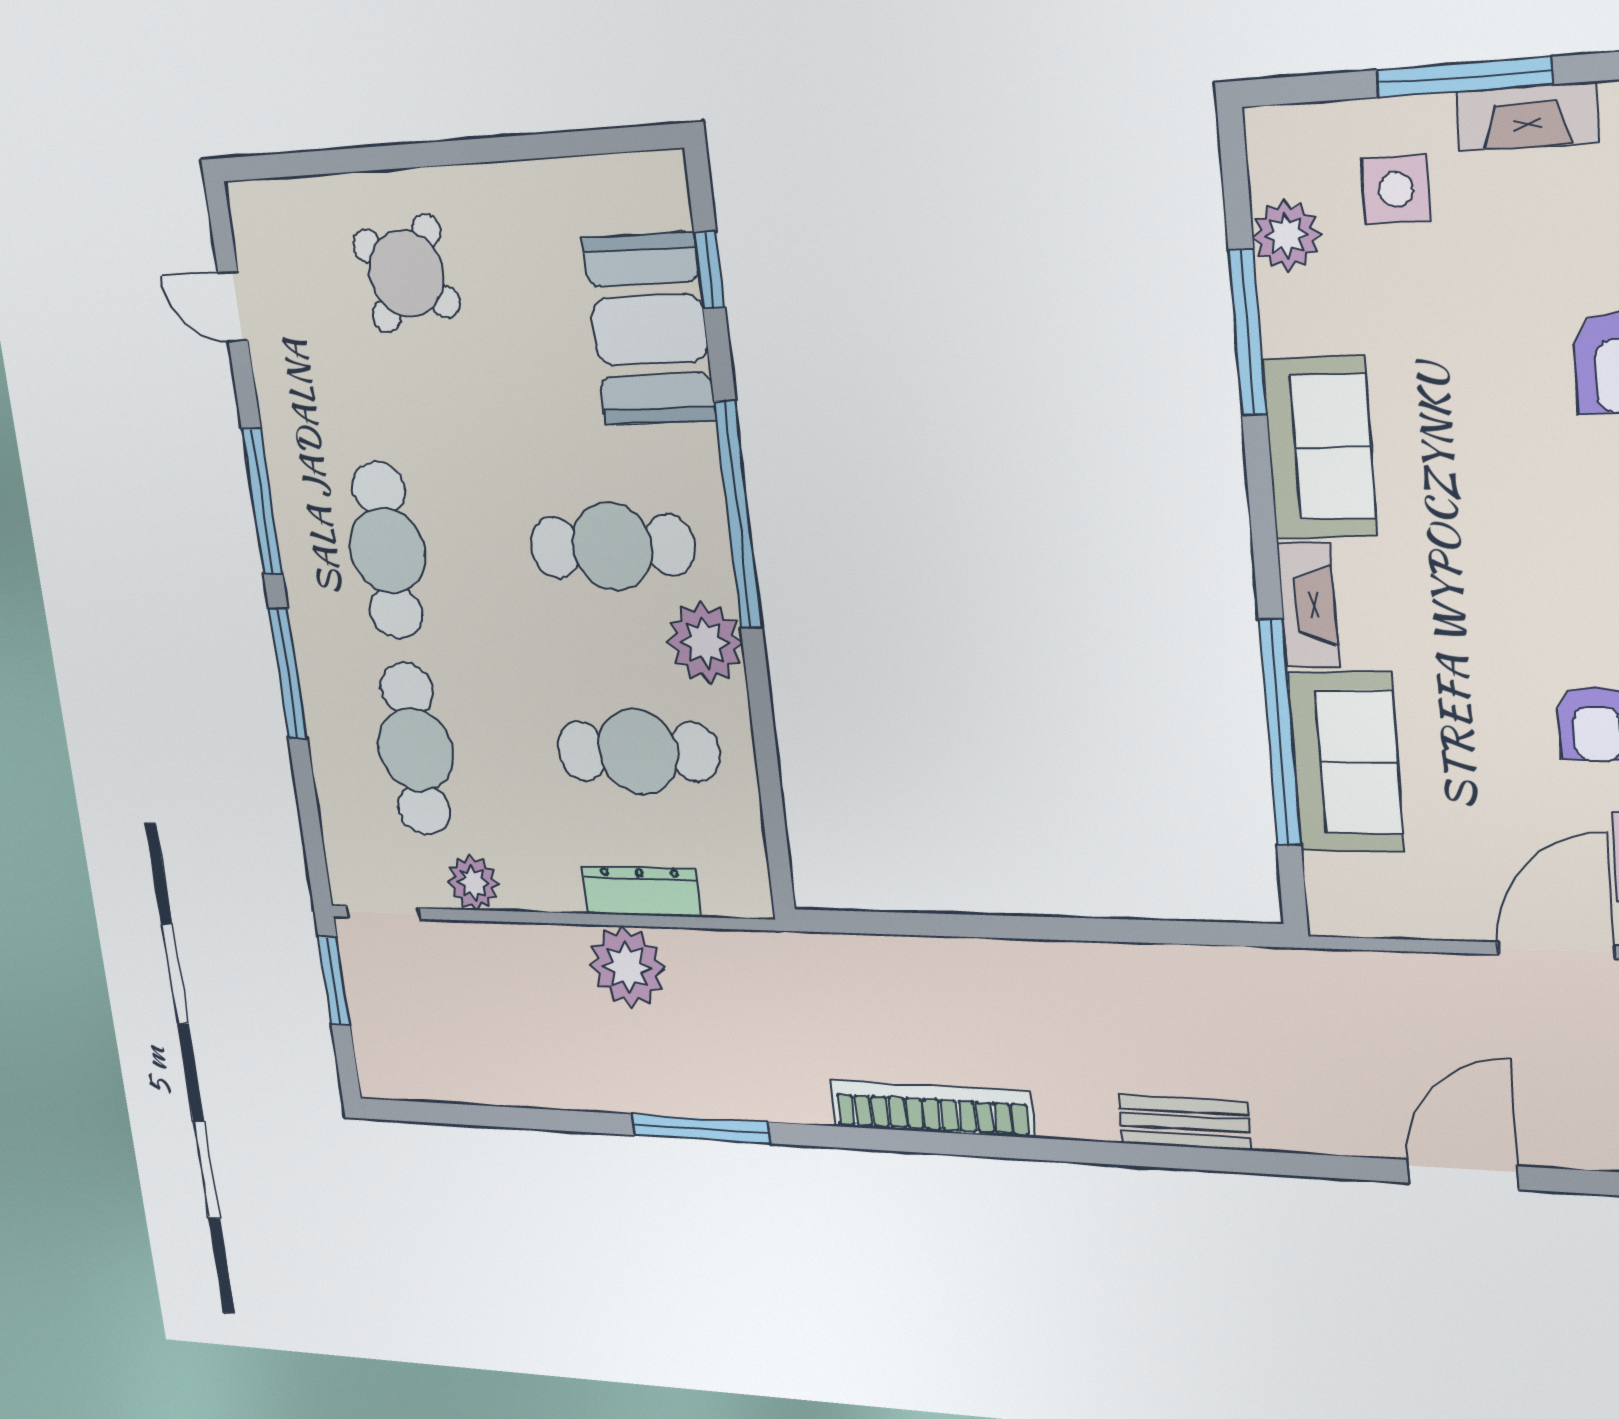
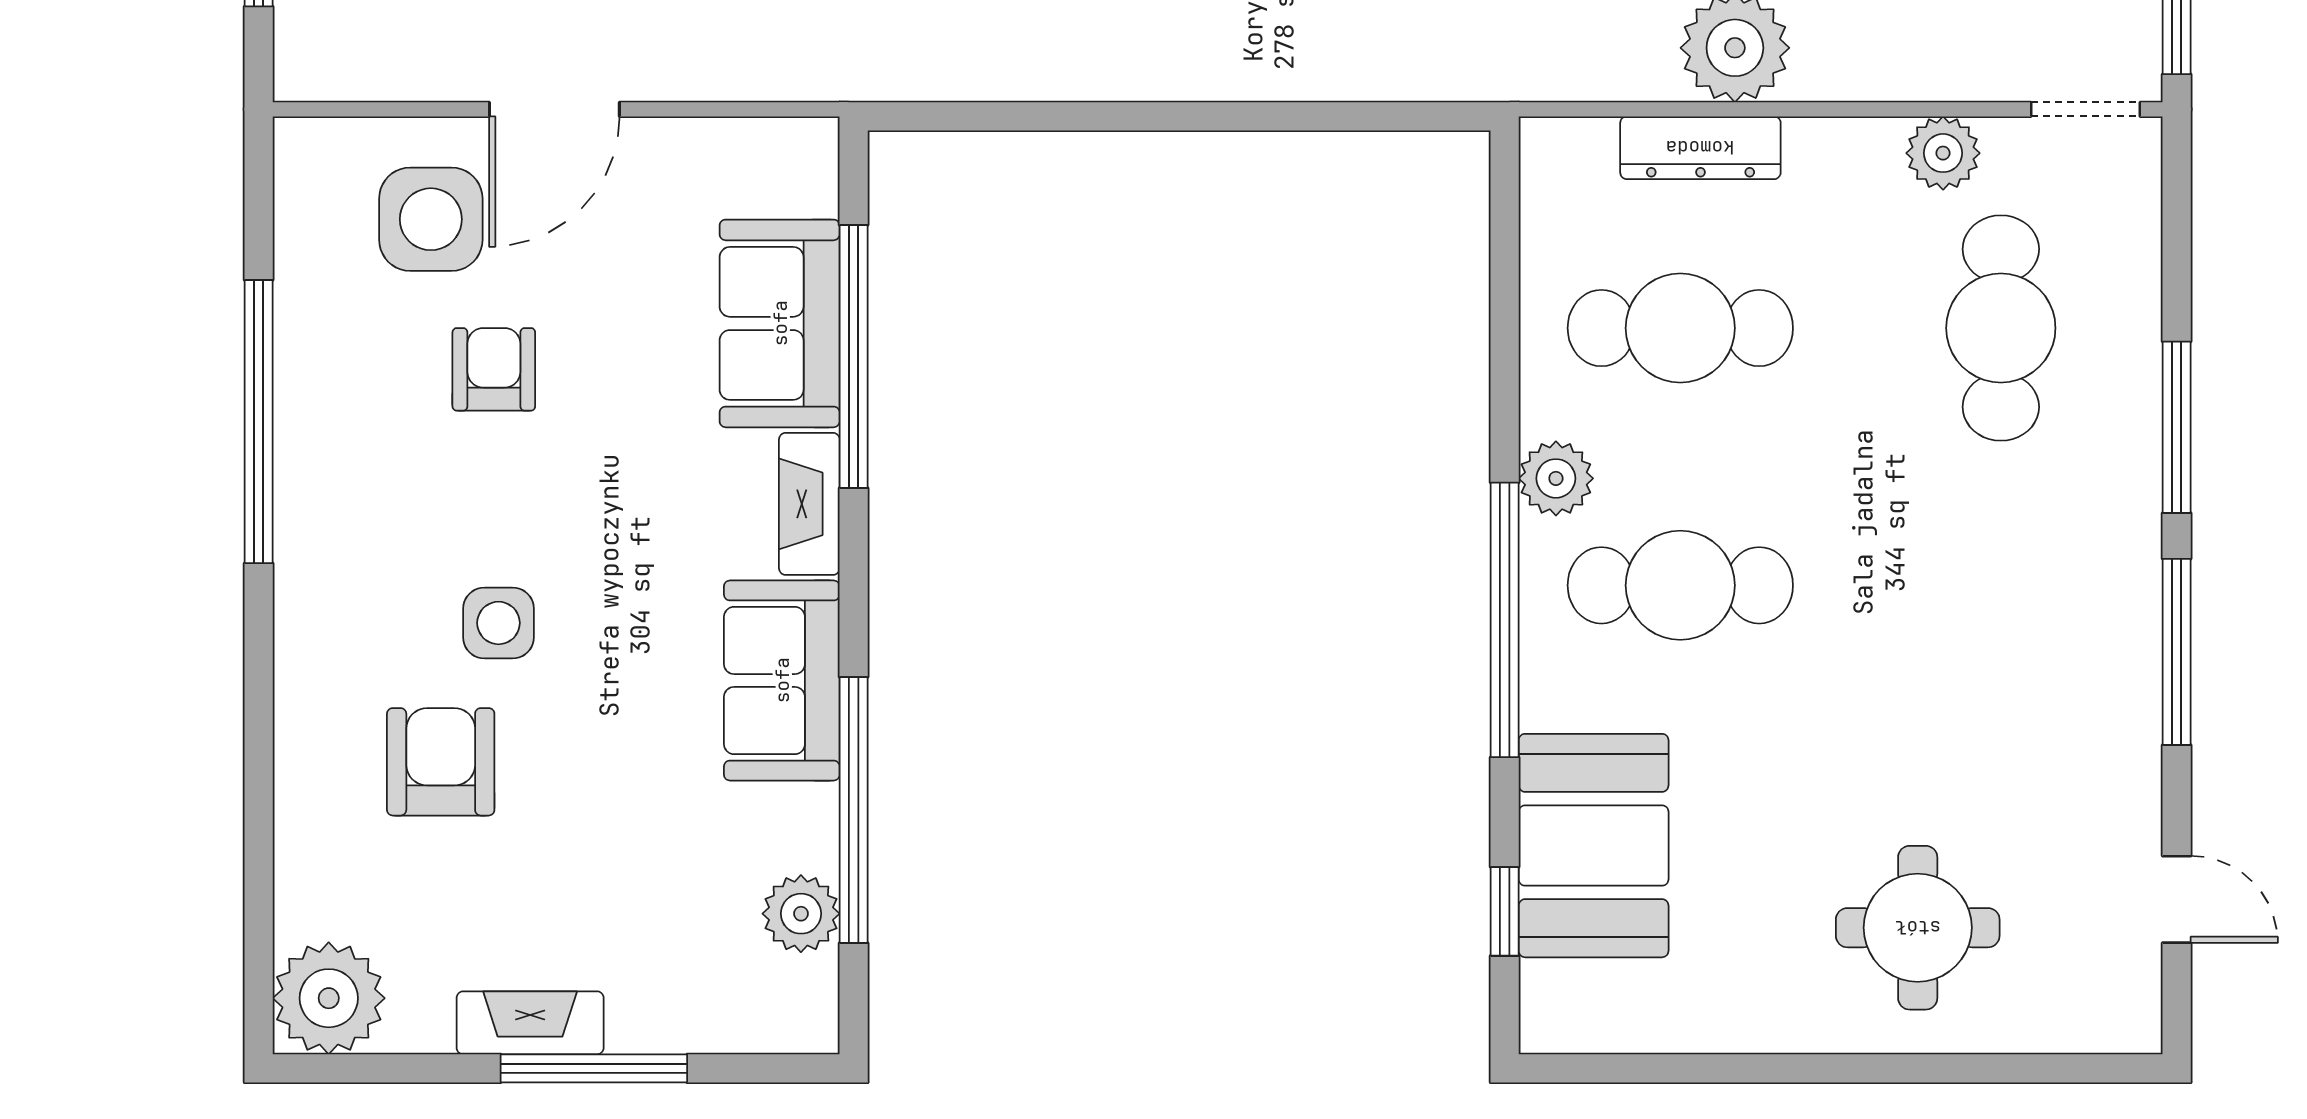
side table: (1396, 189) -> (498, 623), moved
round table: (406, 274) -> (1918, 928), turned -36
window: (1248, 333) -> (854, 810), width x1.46
cafe table: (387, 551) -> (2001, 585), removed
plant: (705, 643) -> (1556, 478), width x0.73, depth x0.73

